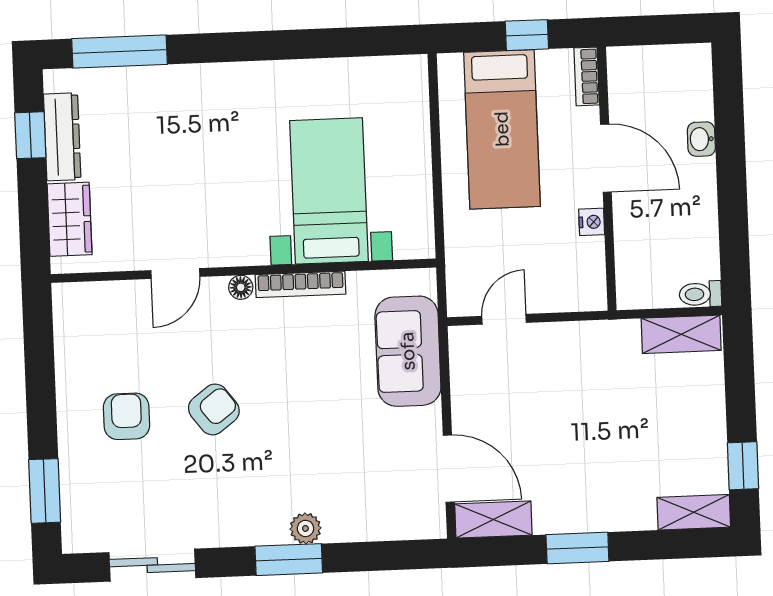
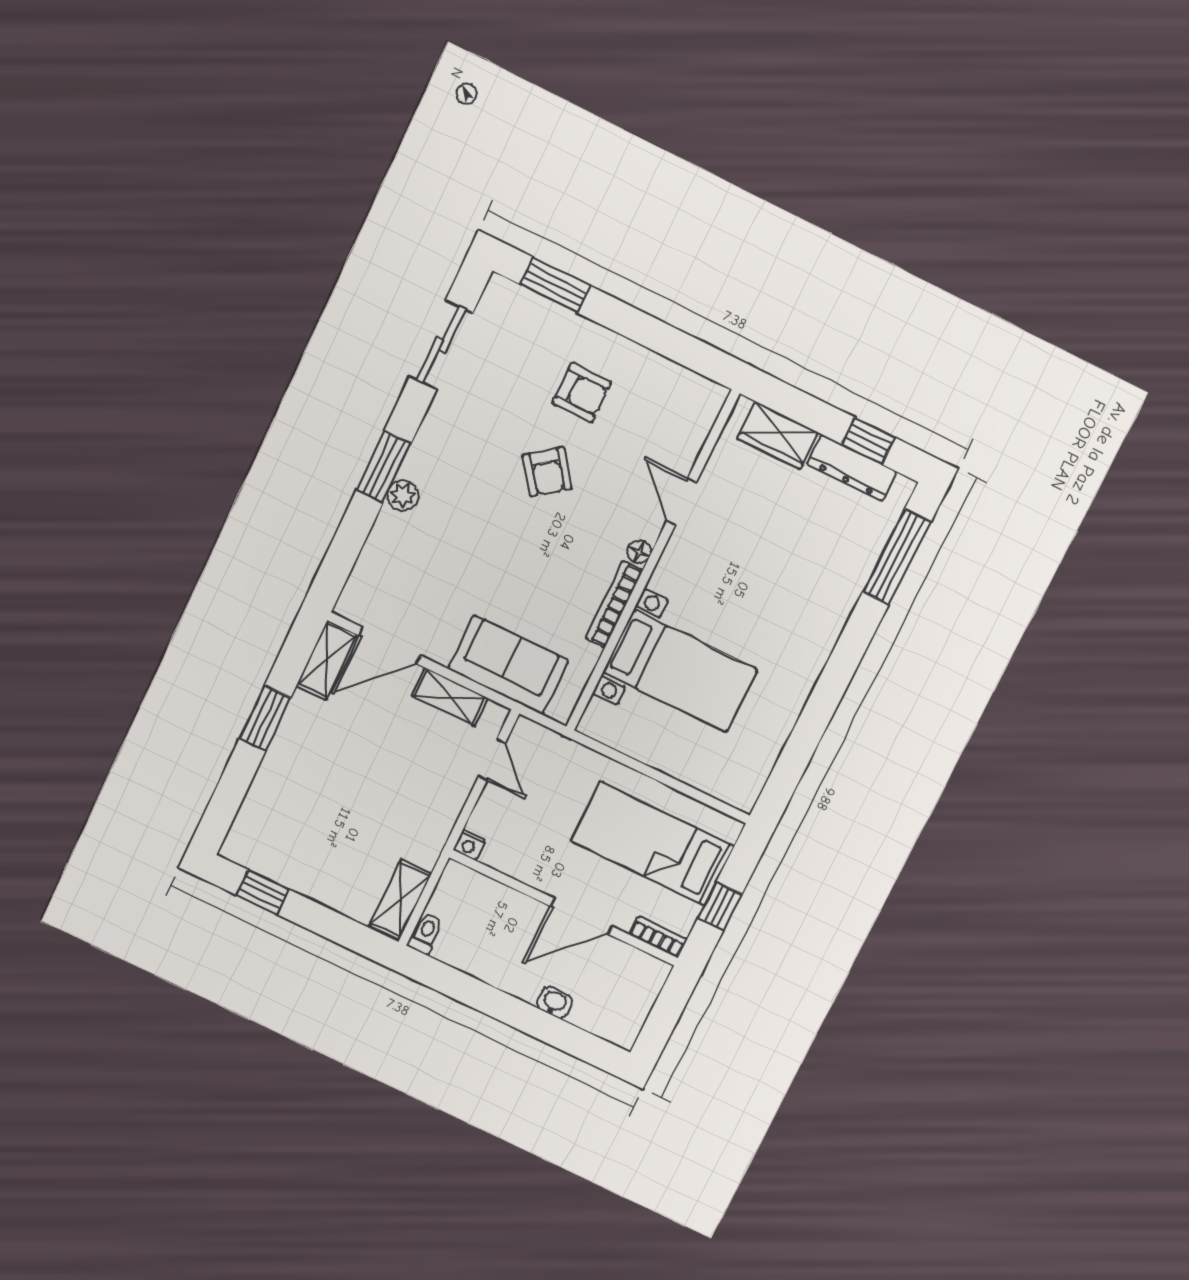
nightstand: (592, 222) -> (469, 845), moved
shelving: (694, 512) -> (450, 697), moved, turned 90

